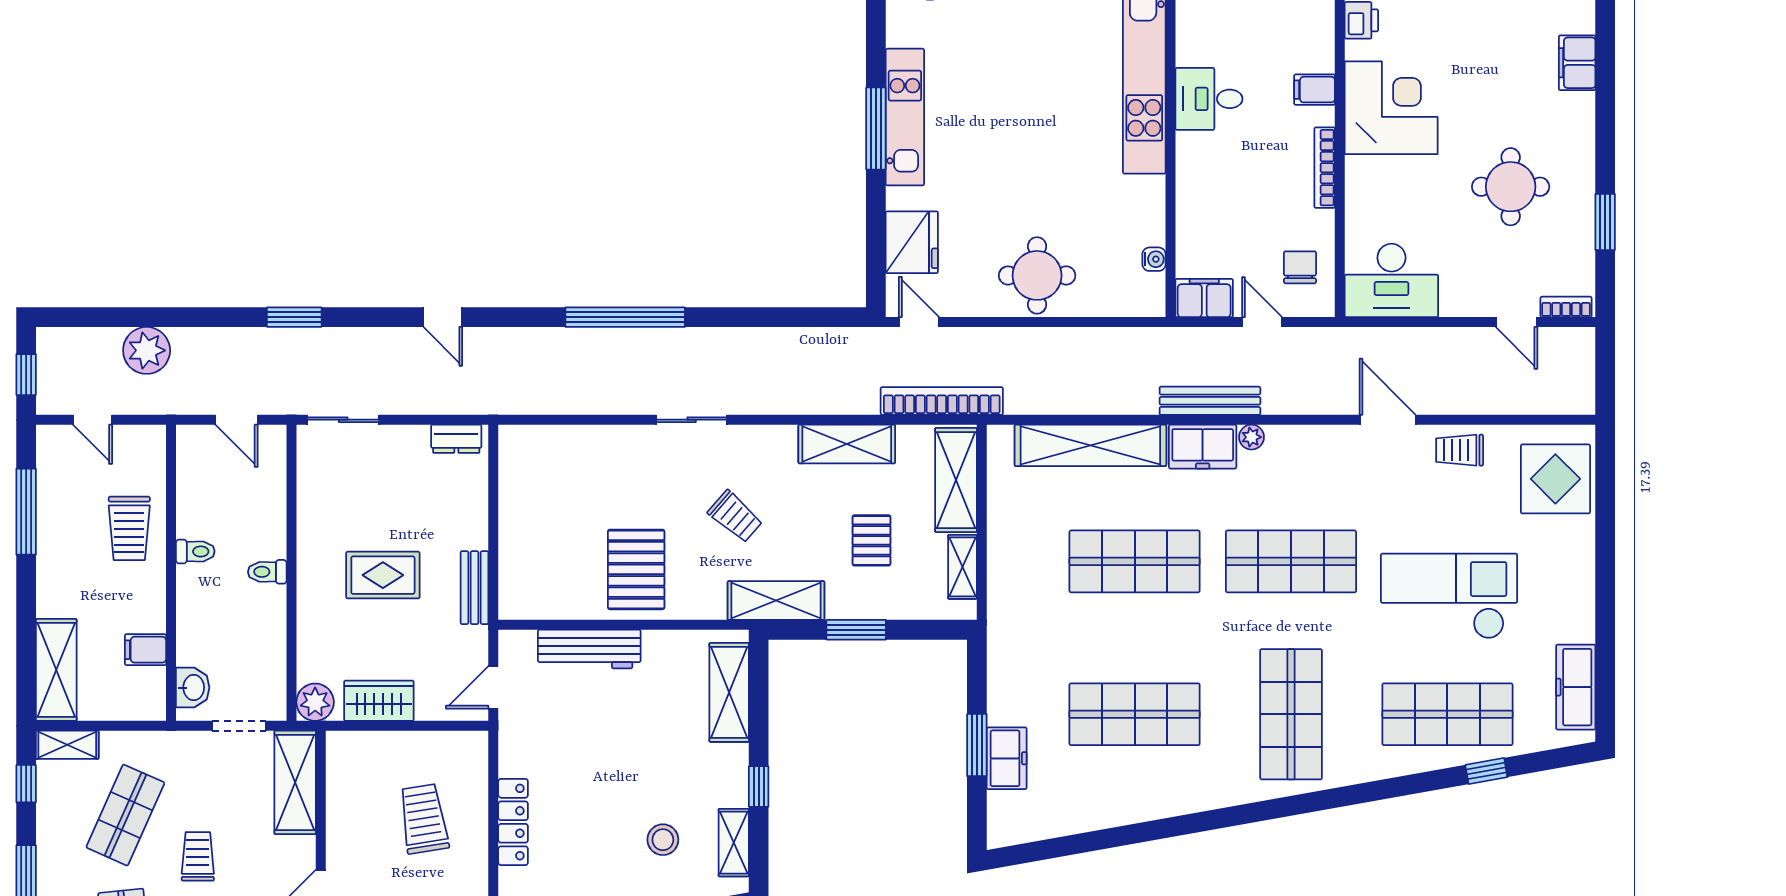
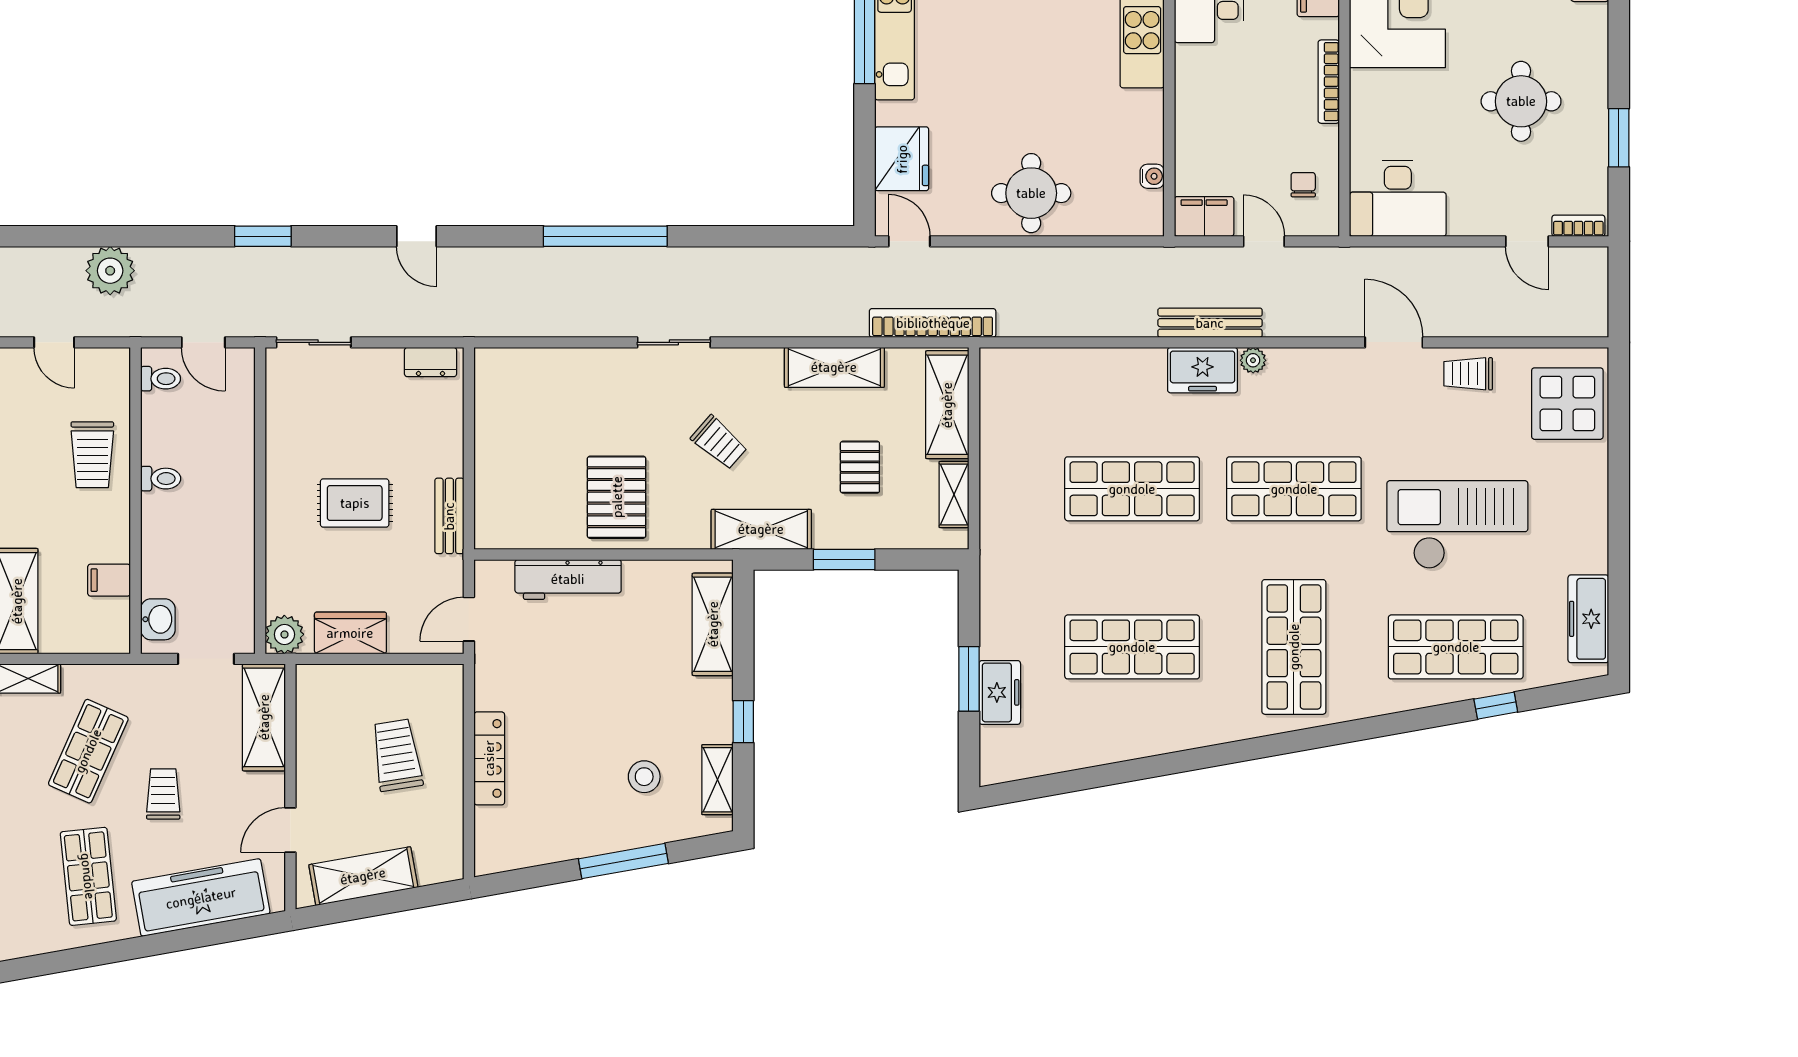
chair: (1300, 267) -> (1303, 185), width x0.73, depth x0.73
shelving: (1090, 445) -> (1086, 369), removed
toilet: (267, 572) -> (161, 379), moved, turned 180

